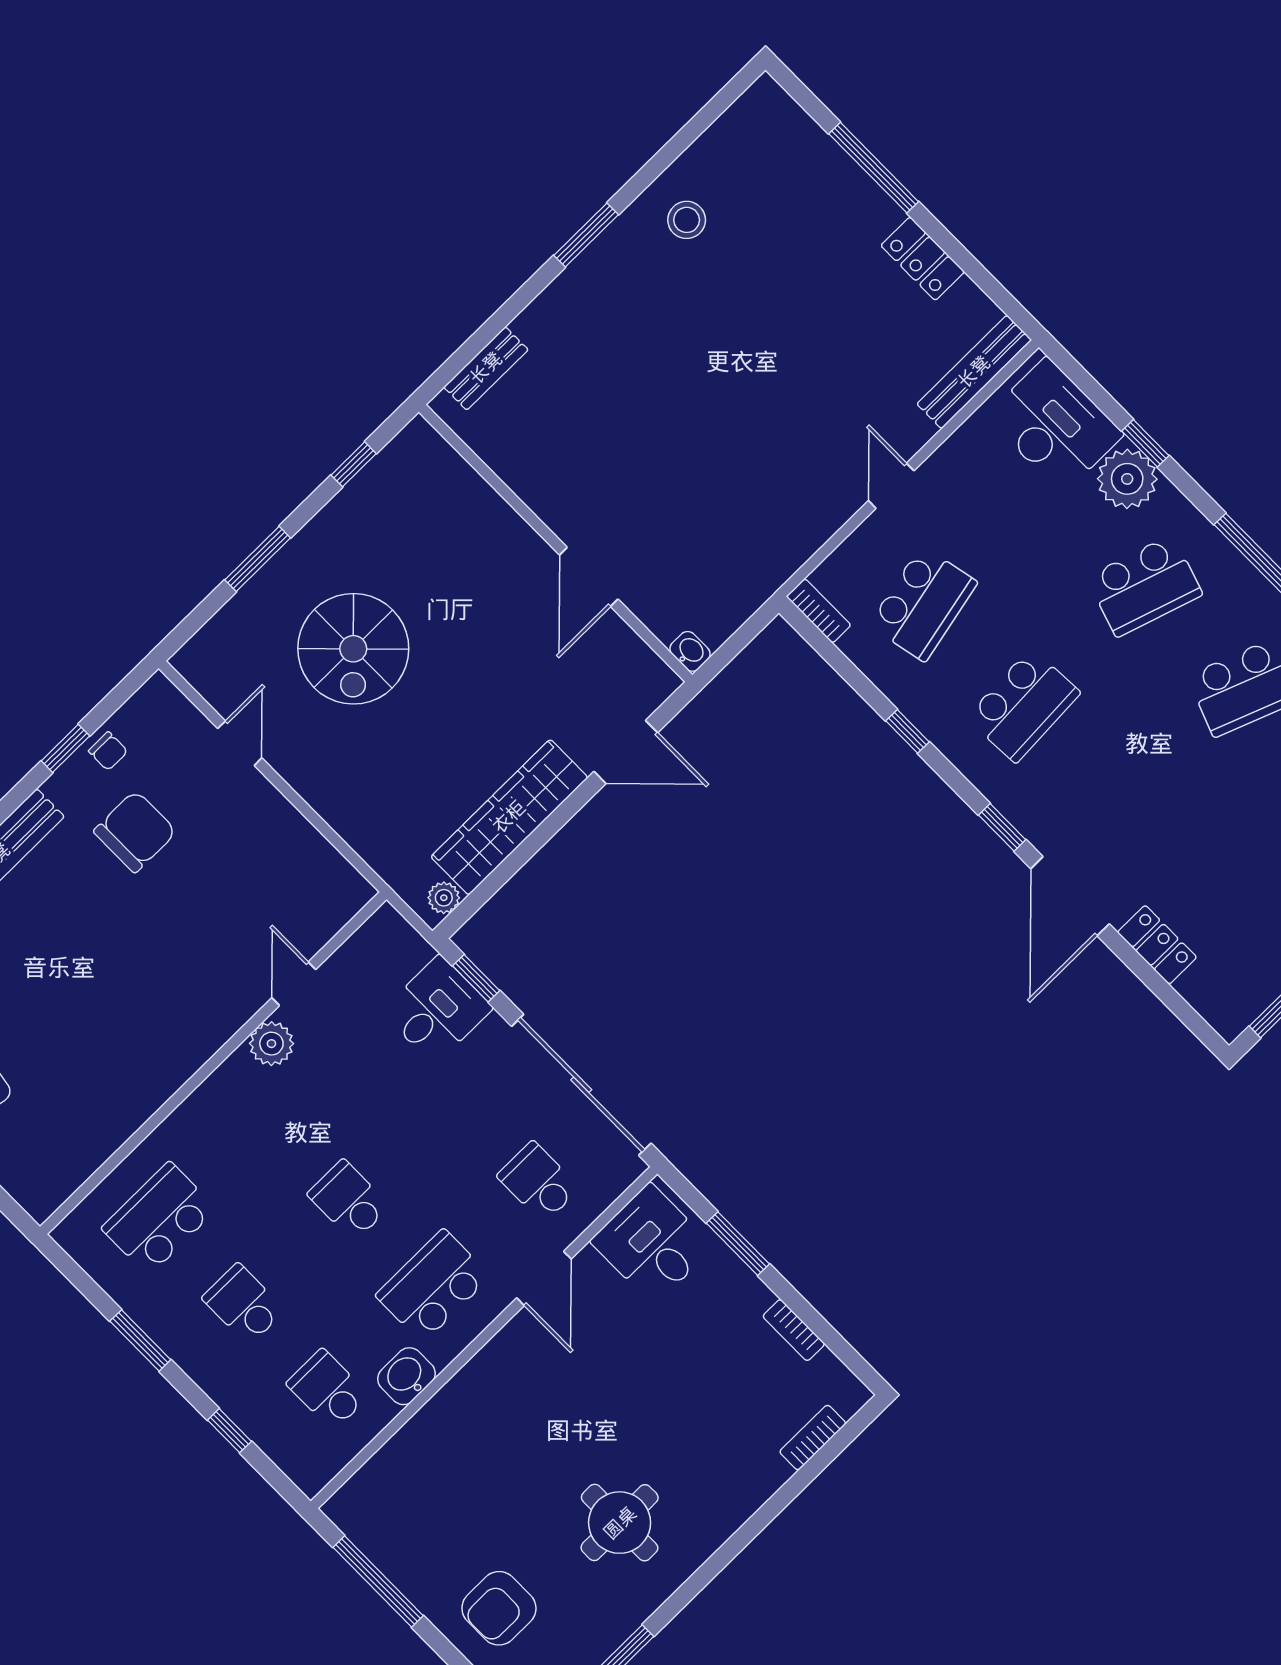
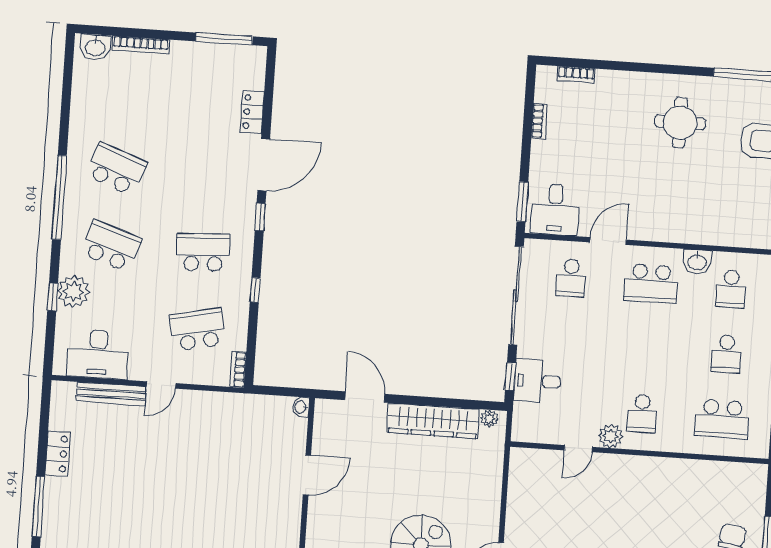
bench: (974, 372) -> (111, 394), moved
desk: (1055, 425) -> (98, 354), moved, turned -90
school desk: (349, 1200) -> (642, 414), moved
window: (738, 1244) -> (522, 202), moved

